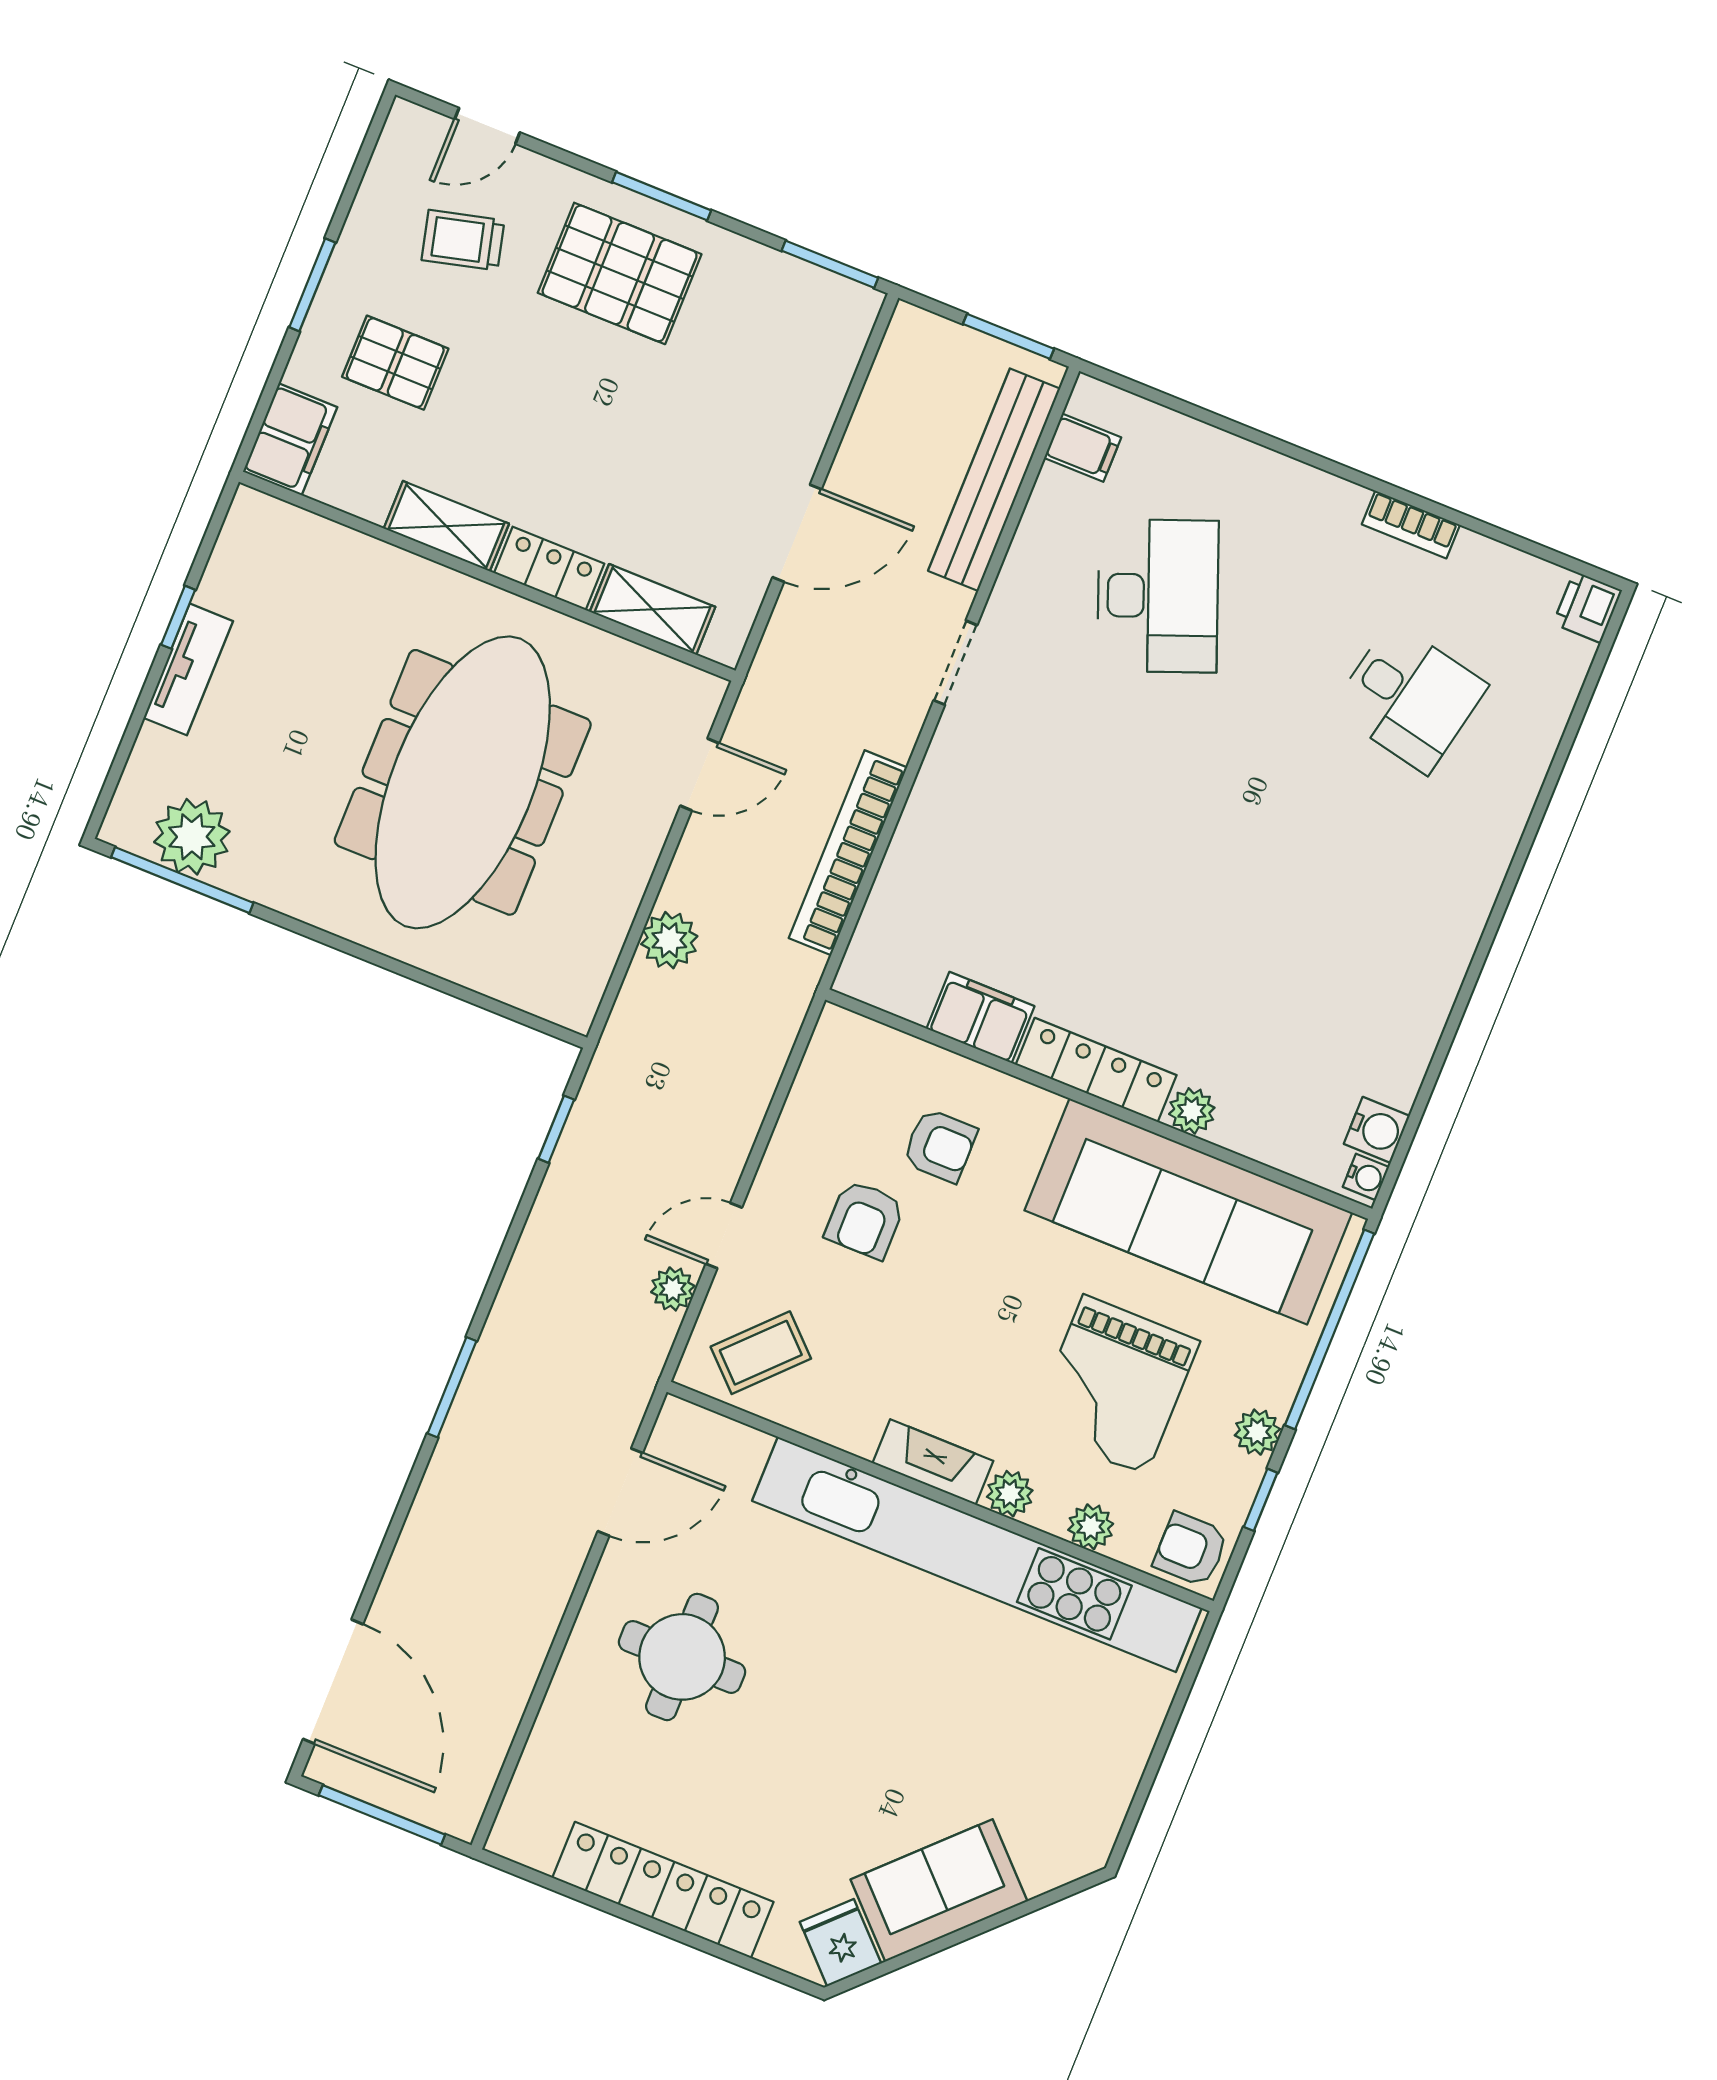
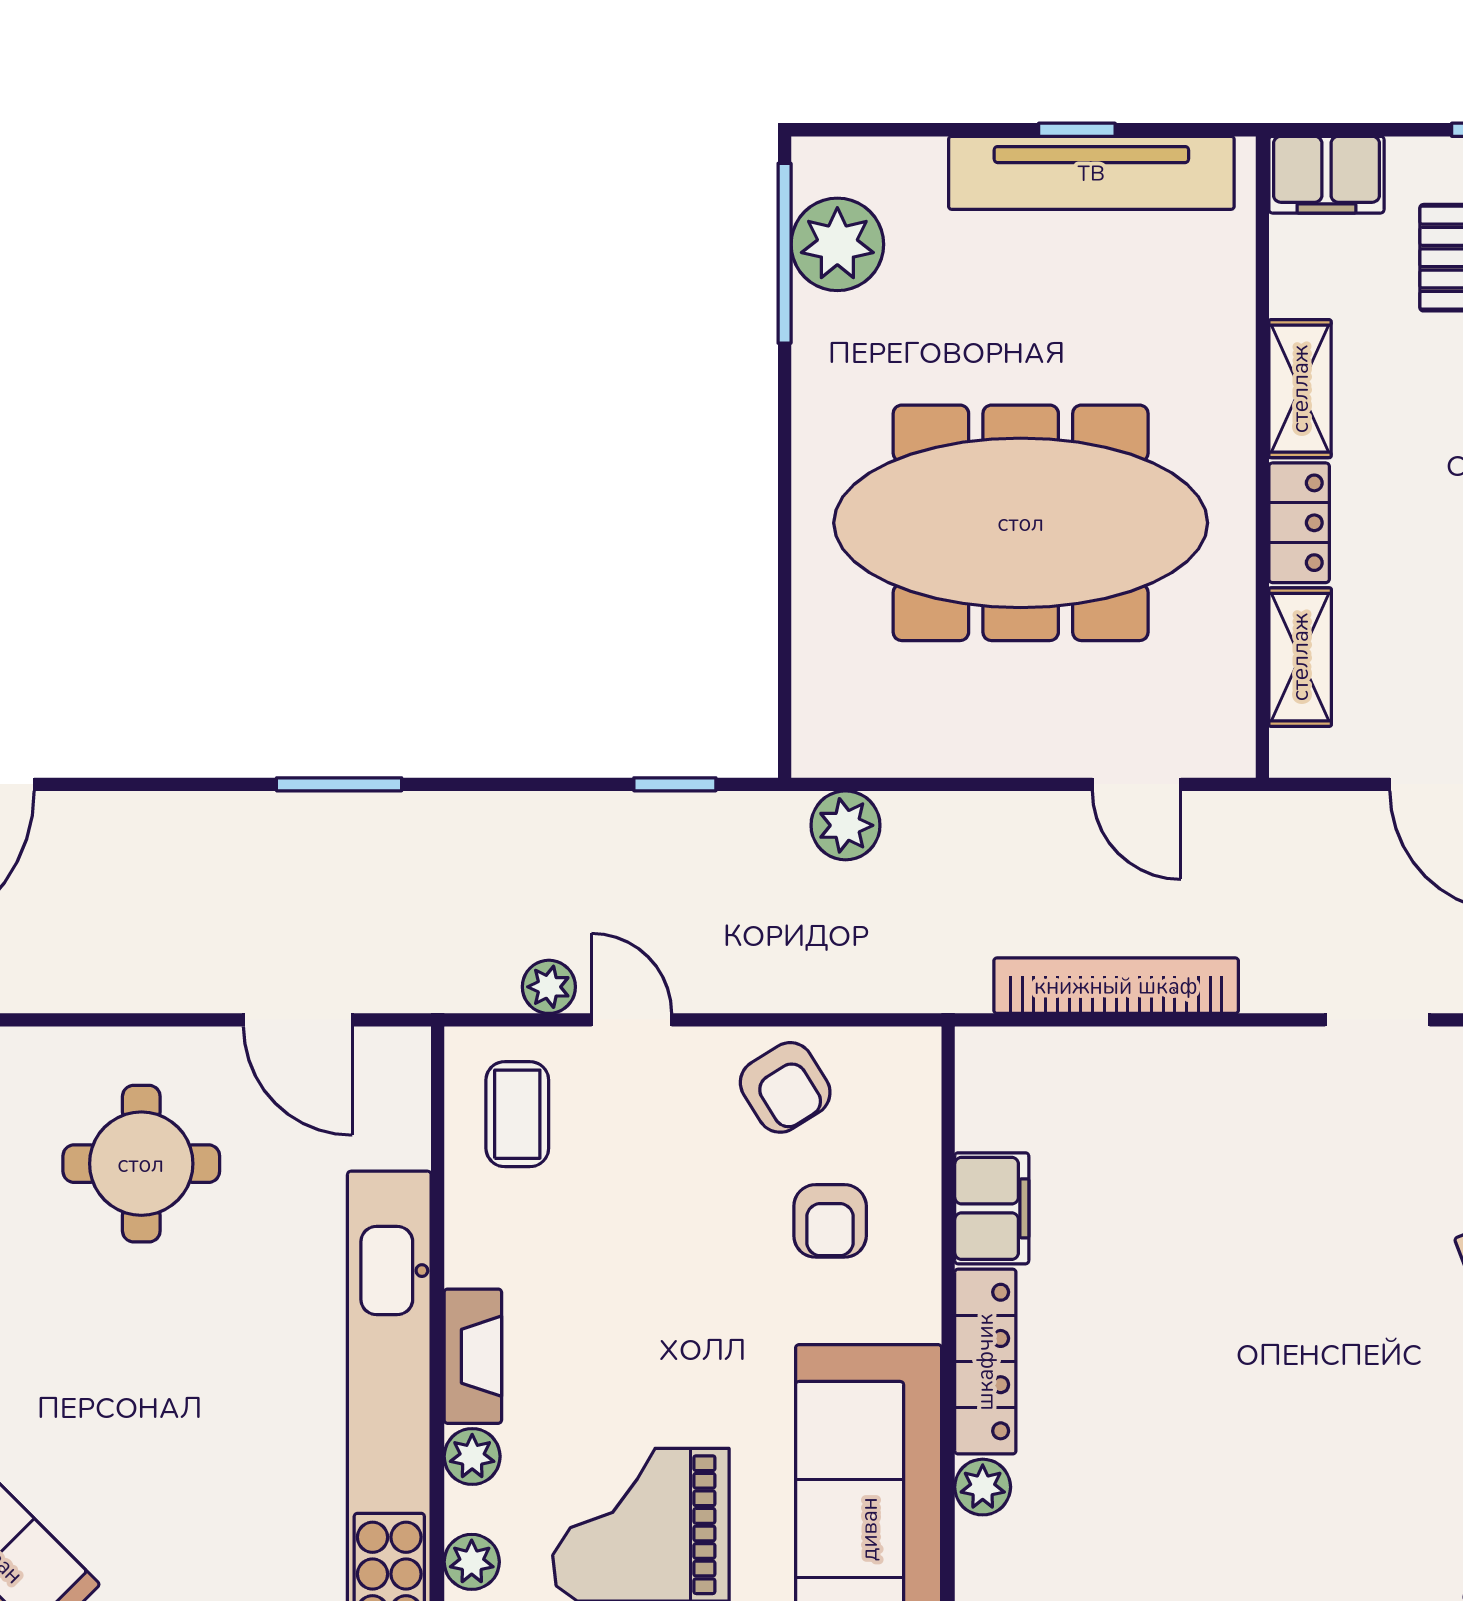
tv unit: (188, 669) -> (1091, 173), width x1.92, depth x1.29
plant: (669, 940) -> (845, 825), moved
armchair: (865, 1220) -> (785, 1087), moved, turned -122
coffee table: (761, 1353) -> (517, 1114), turned 46

